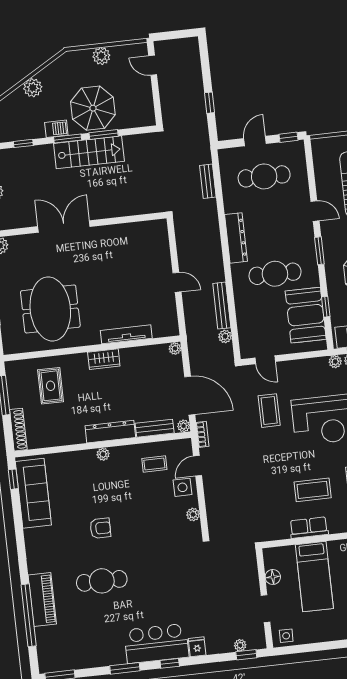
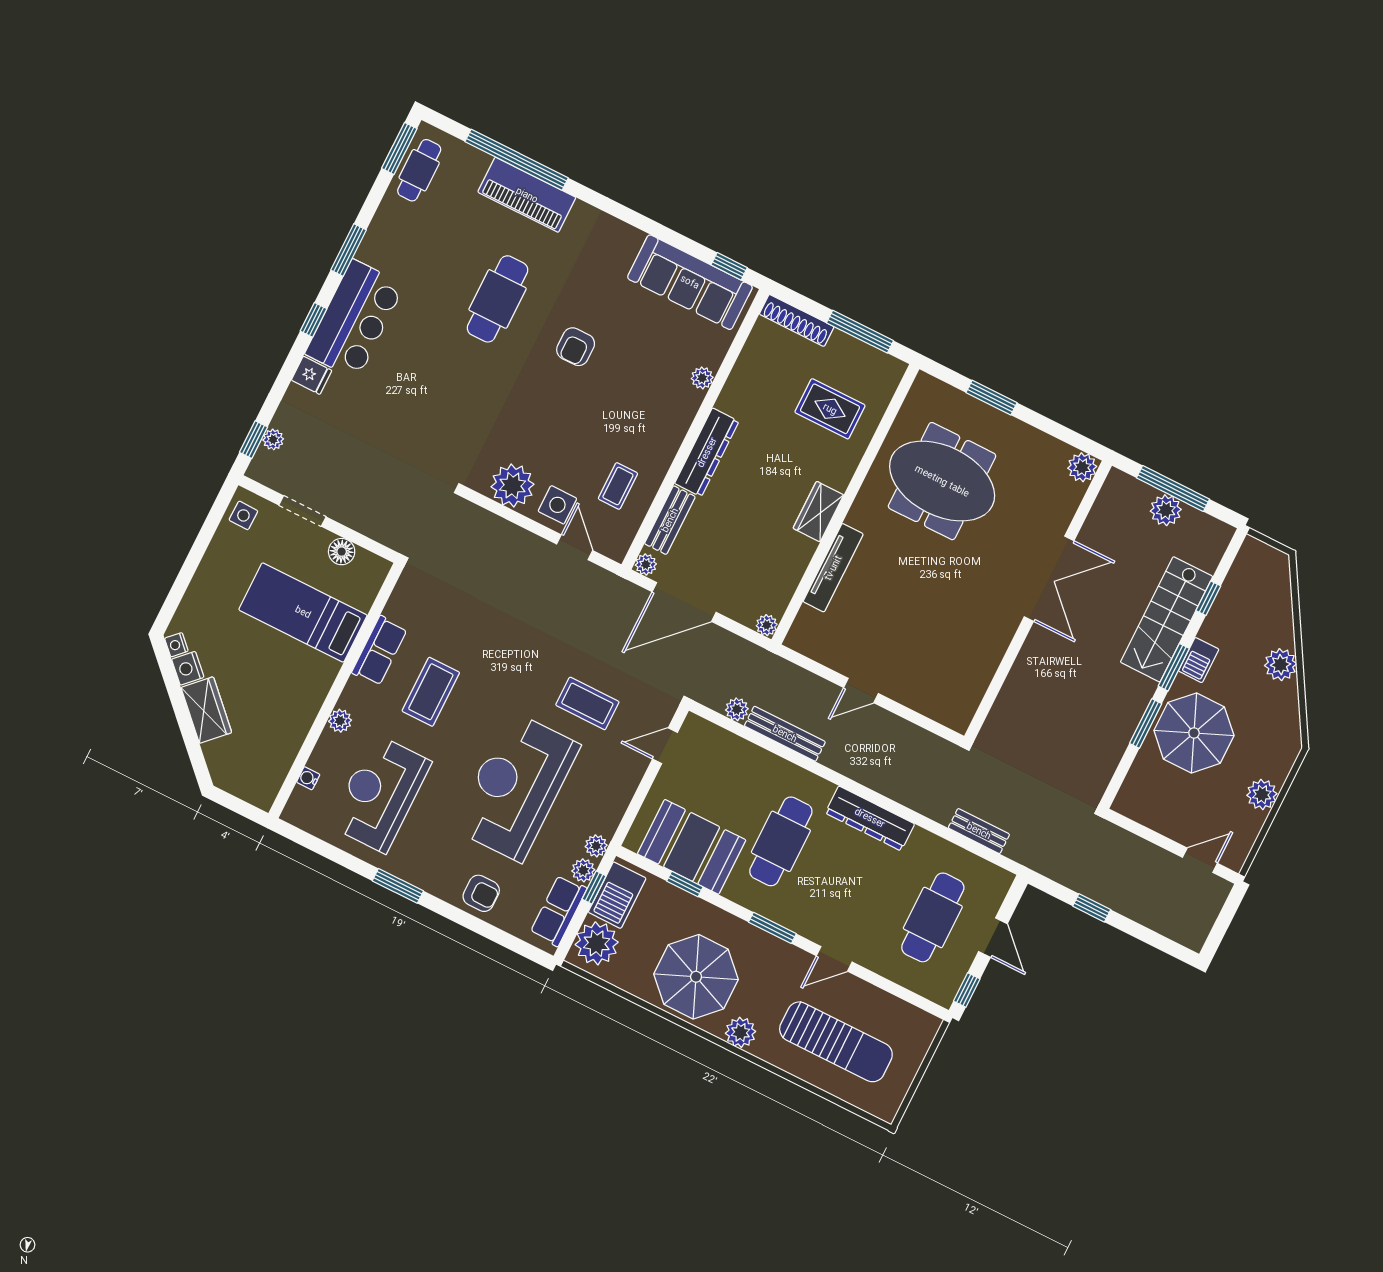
stairs: (89, 152) -> (1167, 619), moved
bookcase: (202, 434) -> (616, 584), removed
plant: (103, 454) -> (702, 378), moved
plant: (193, 514) -> (512, 485), width x1.87, depth x1.87
cafe table: (64, 659) -> (419, 170), added

